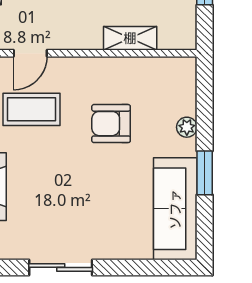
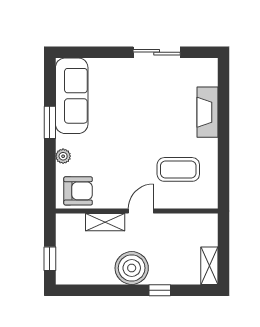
door: (30, 53) -> (141, 211), moved
armchair: (111, 124) -> (78, 191), moved

